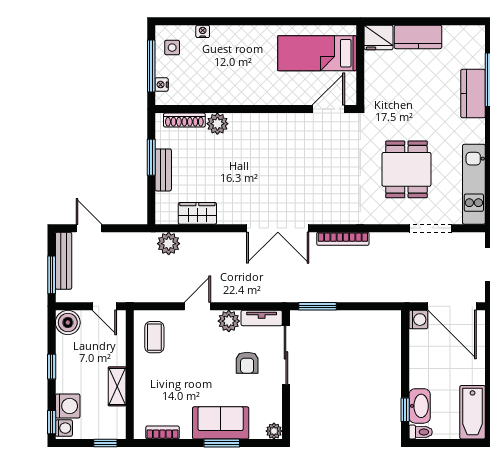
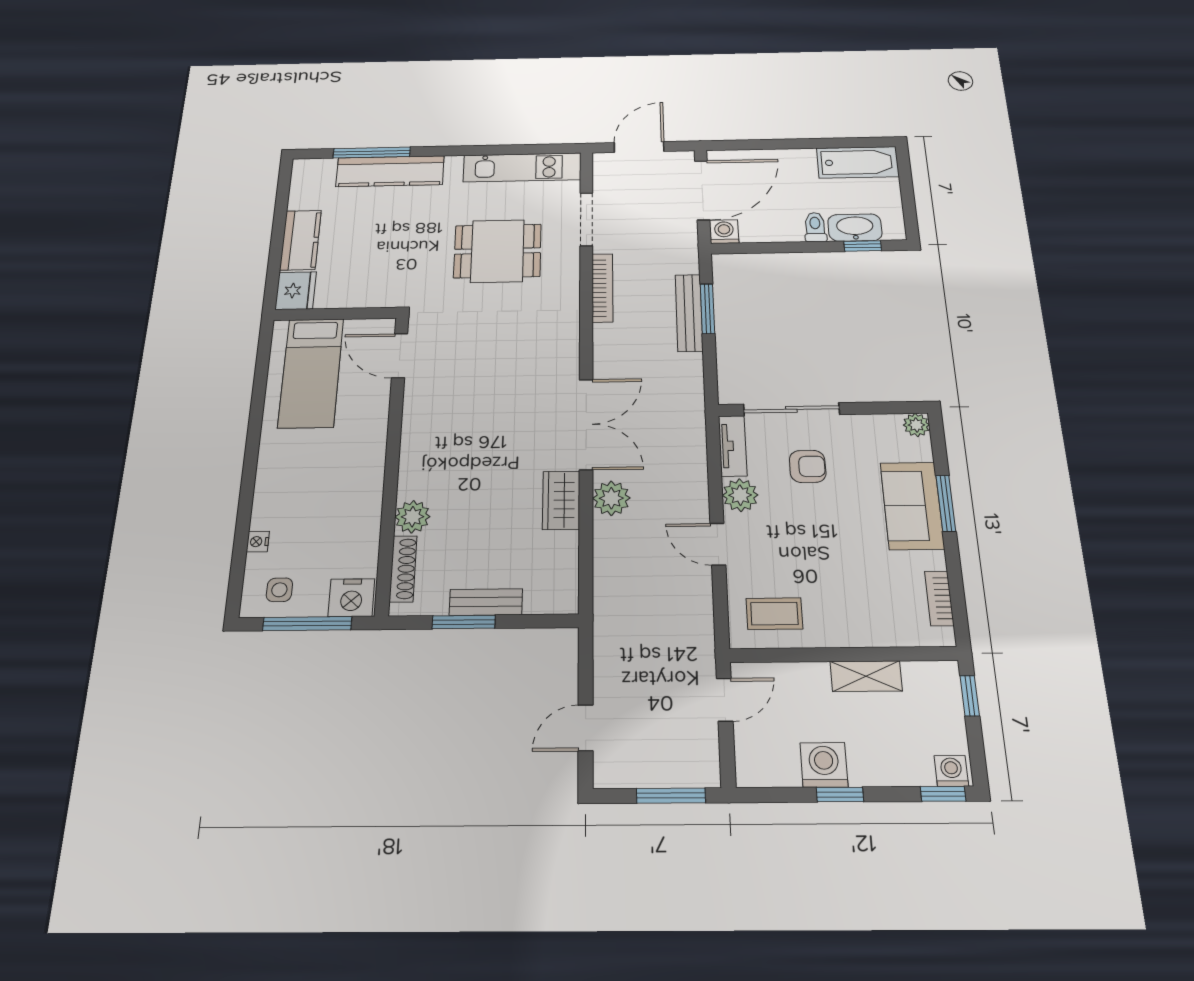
nightstand: (162, 85) -> (351, 598), width x1.89, depth x1.79
kitchen counter: (473, 94) -> (390, 171), width x1.50
wardrobe: (197, 213) -> (561, 500), moved
bookcase: (343, 239) -> (602, 288), moved
plant: (169, 244) -> (611, 498), moved
bench: (64, 261) -> (689, 313), moved, turned 90
window: (317, 306) -> (707, 309), moved
boiler: (68, 323) -> (757, 765), removed
washing machine: (68, 406) -> (824, 765), moved
toilet: (421, 432) -> (815, 227), moved

